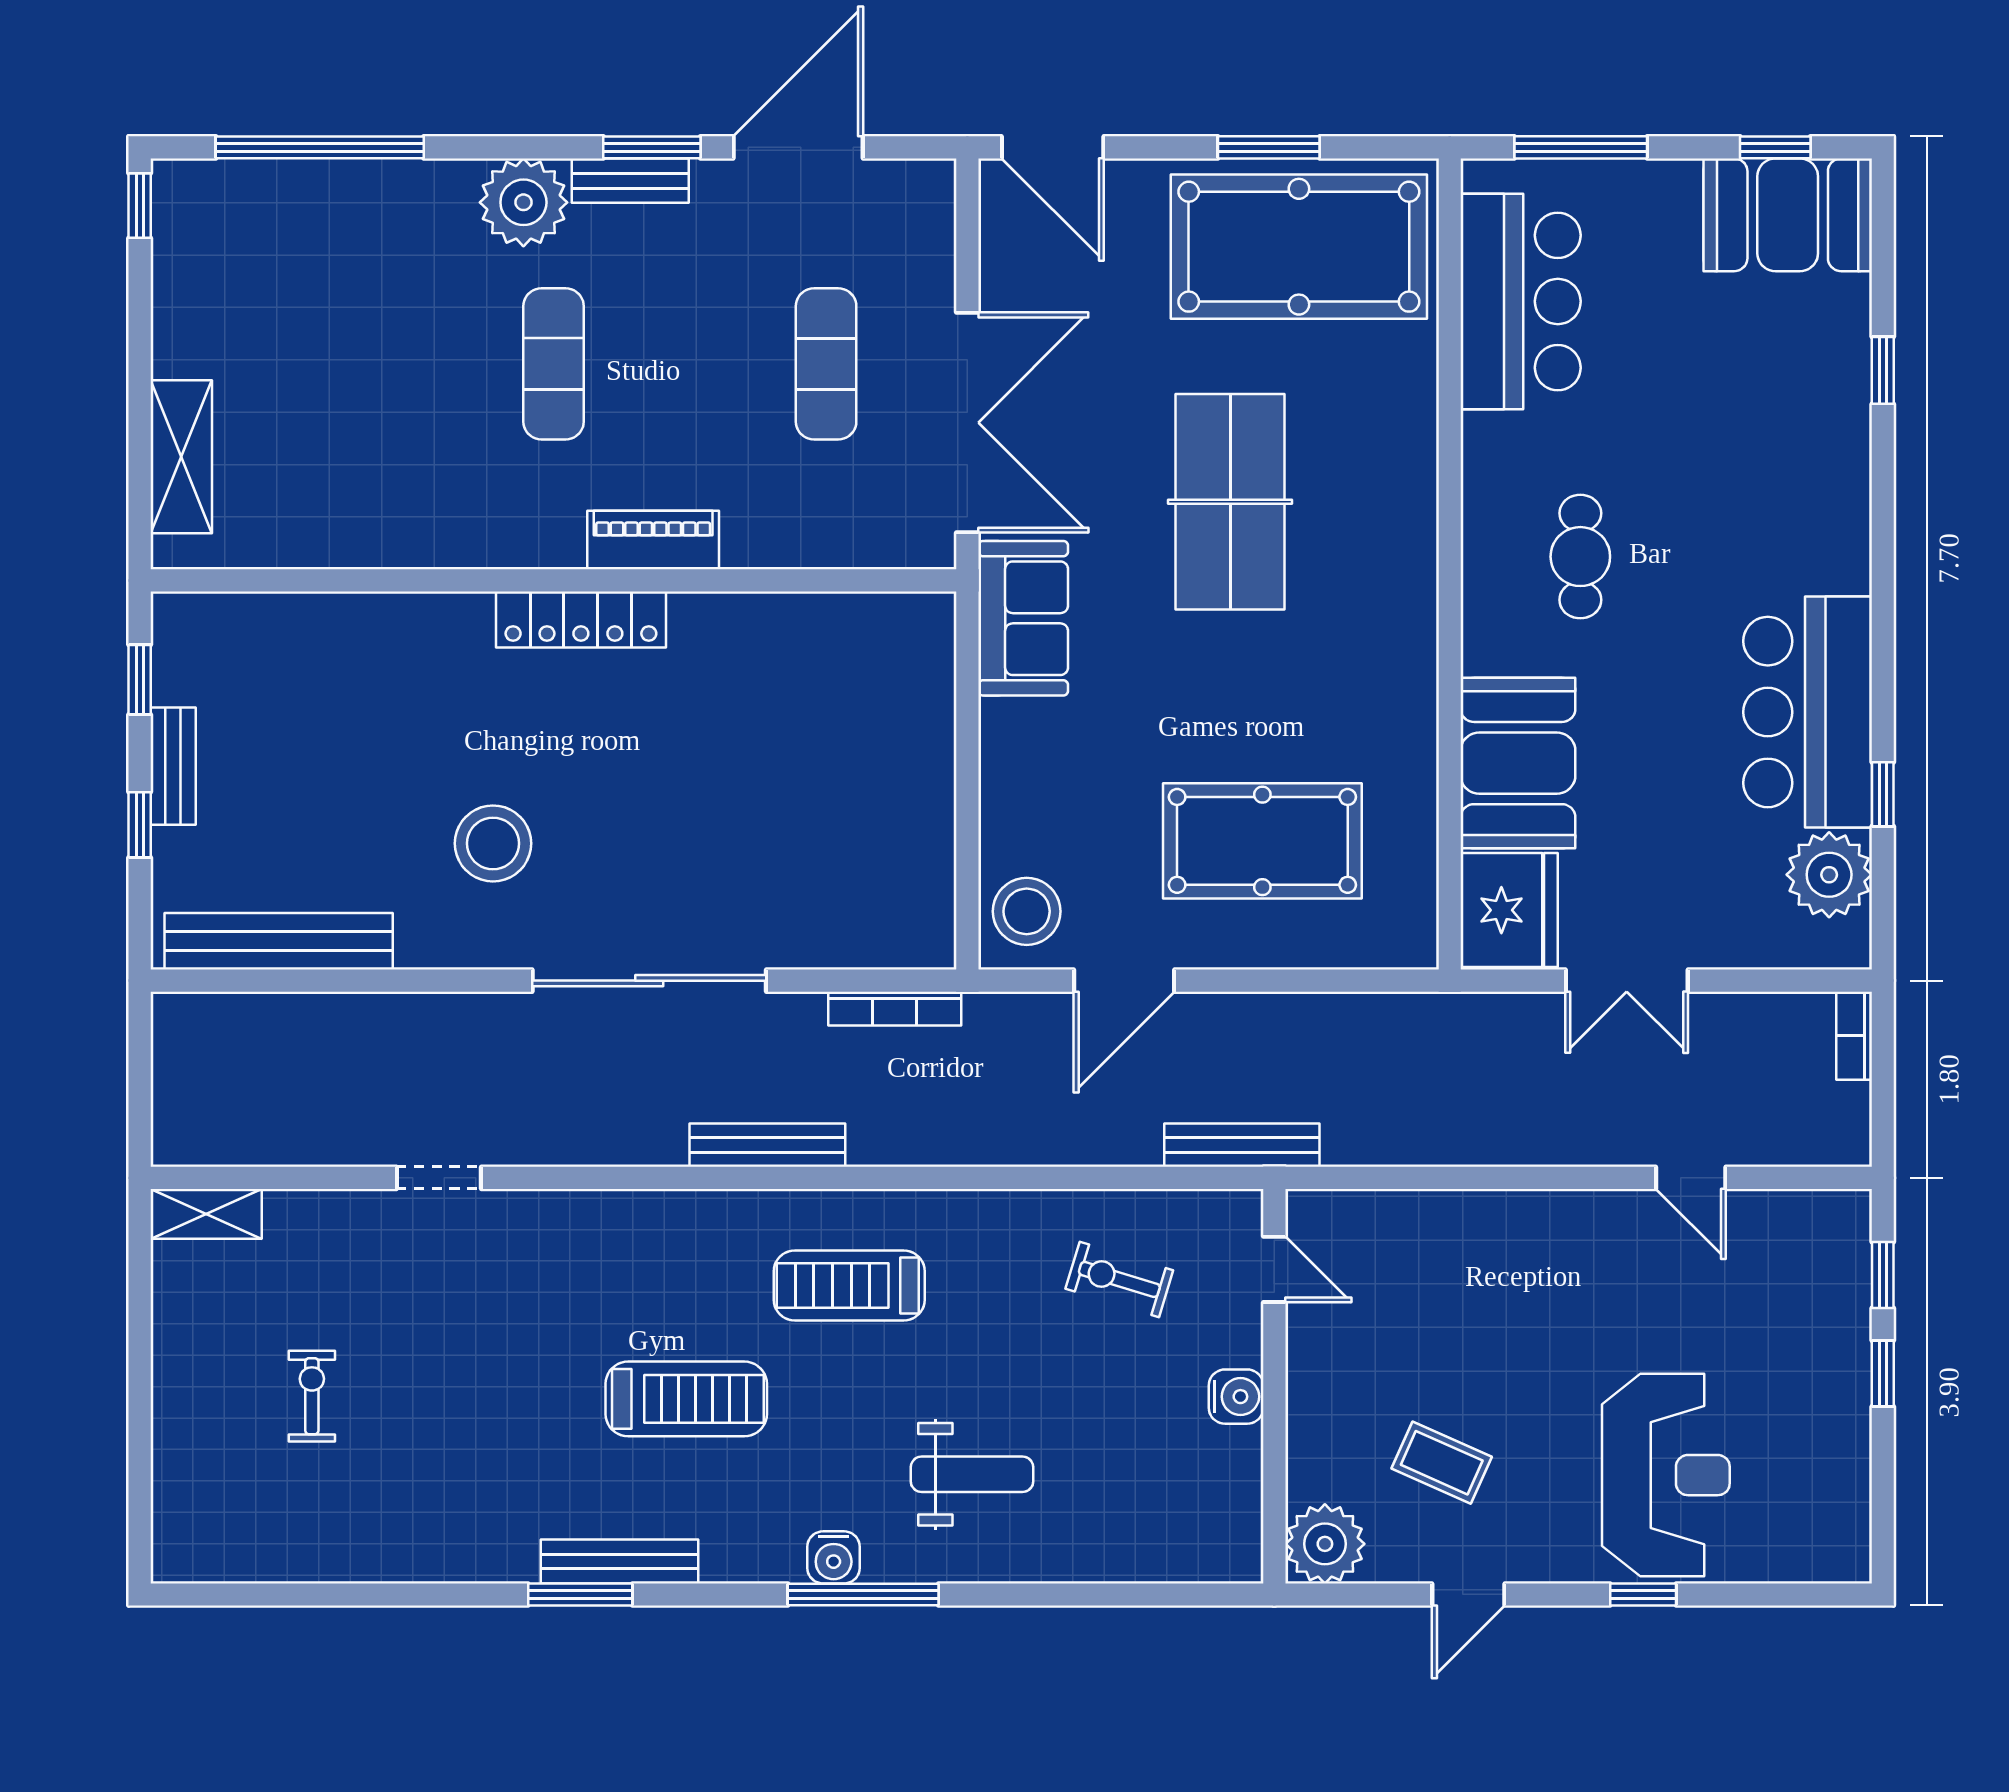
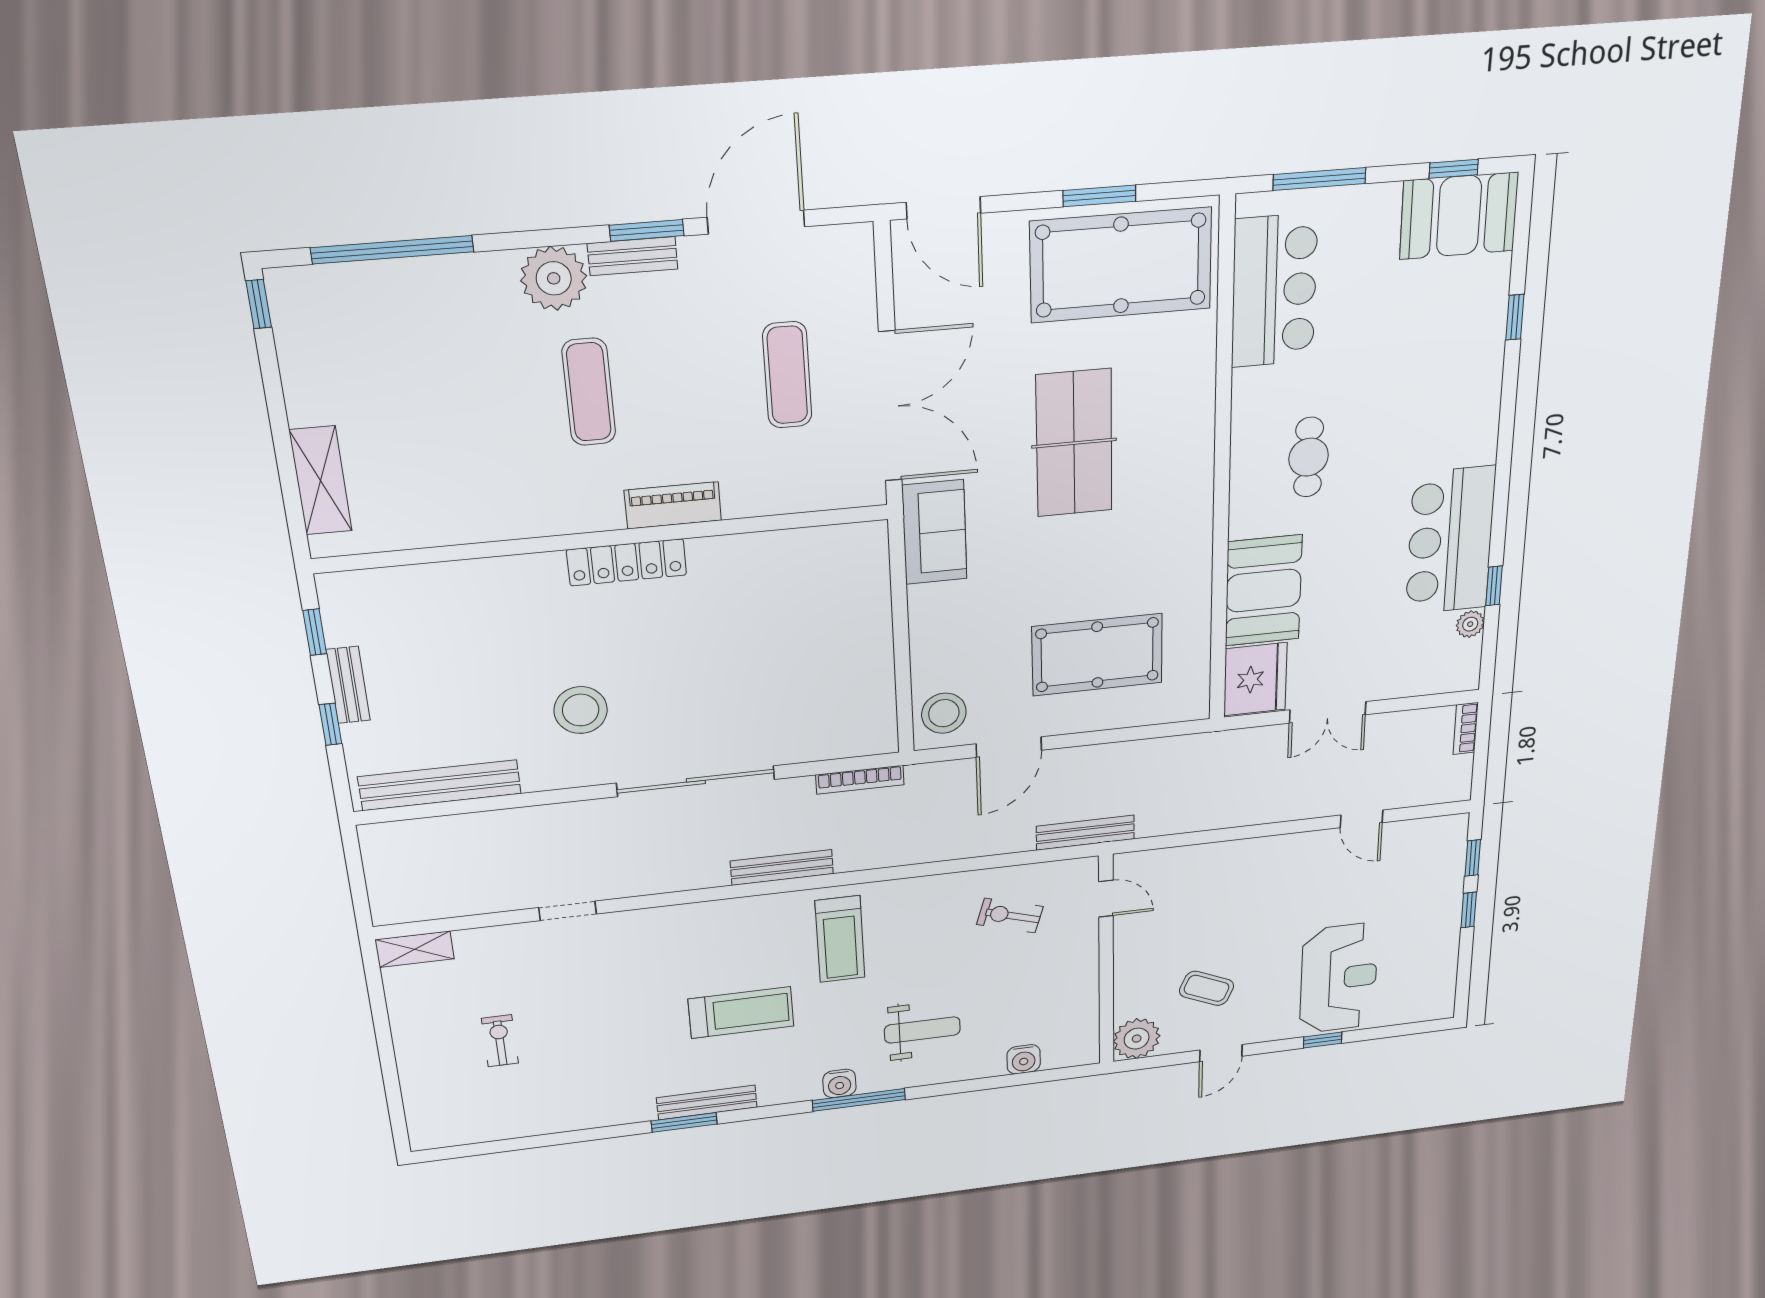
plant: (1829, 875) -> (1470, 624), width x0.53, depth x0.53
treadmill: (849, 1286) -> (840, 939), turned -90
water cooler: (1236, 1397) -> (1024, 1059), moved, turned 90

